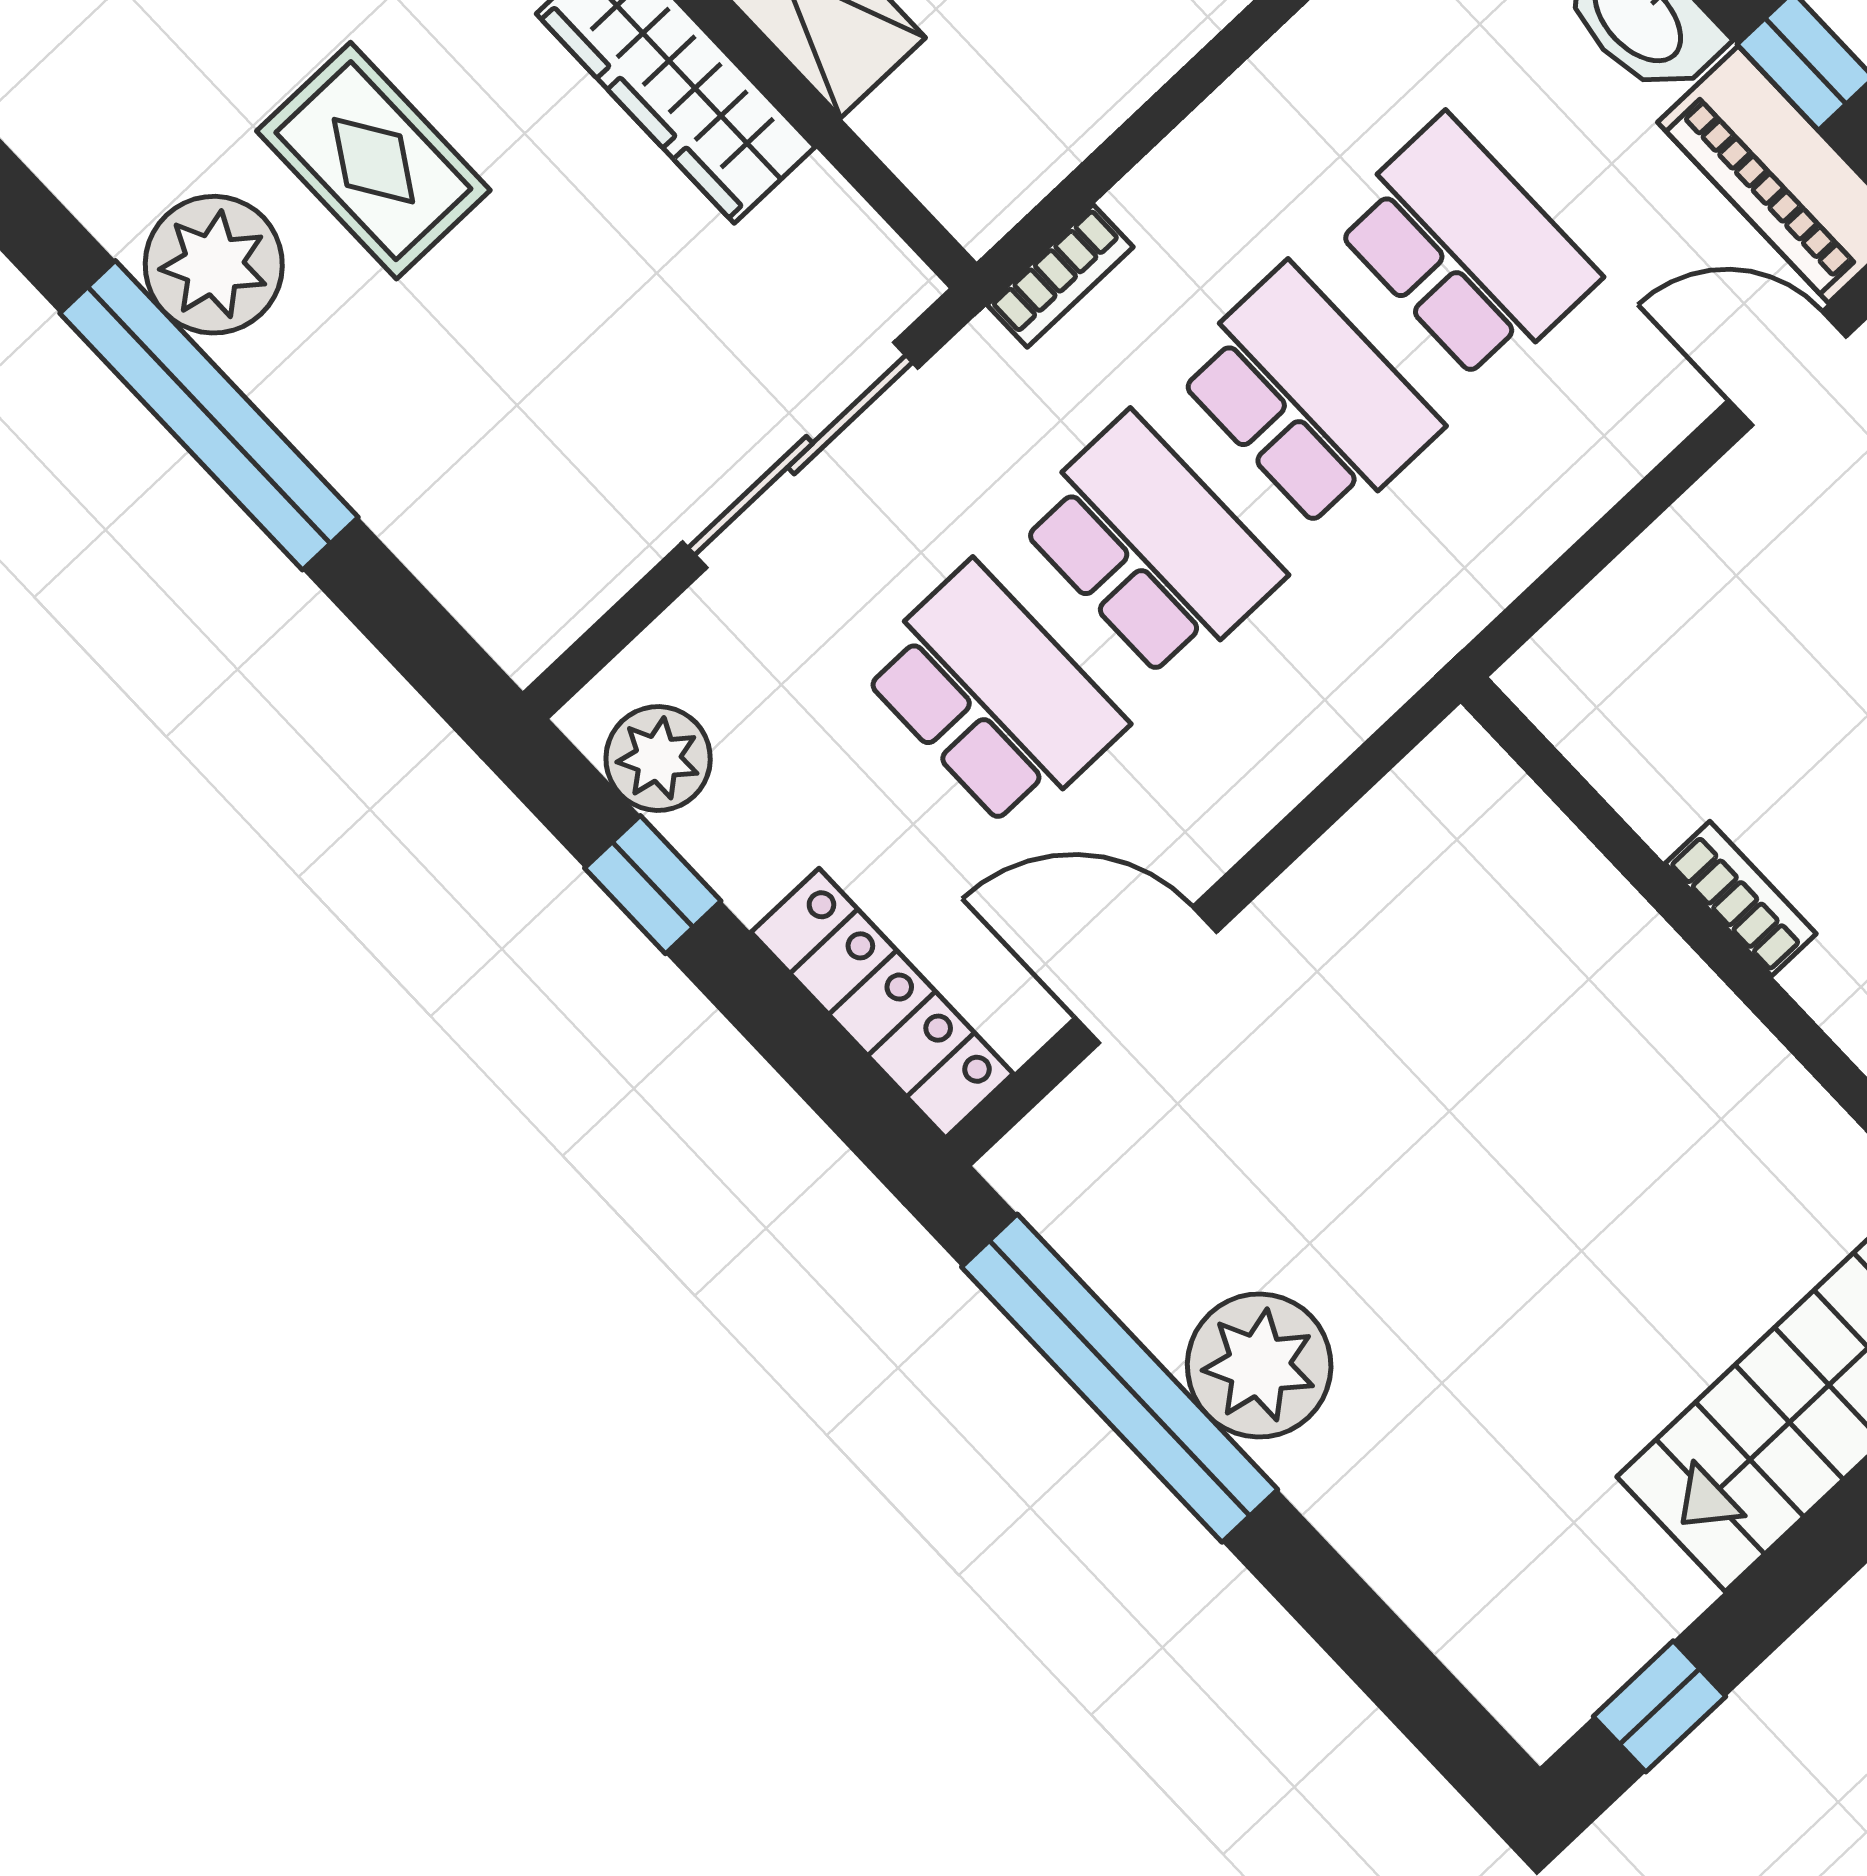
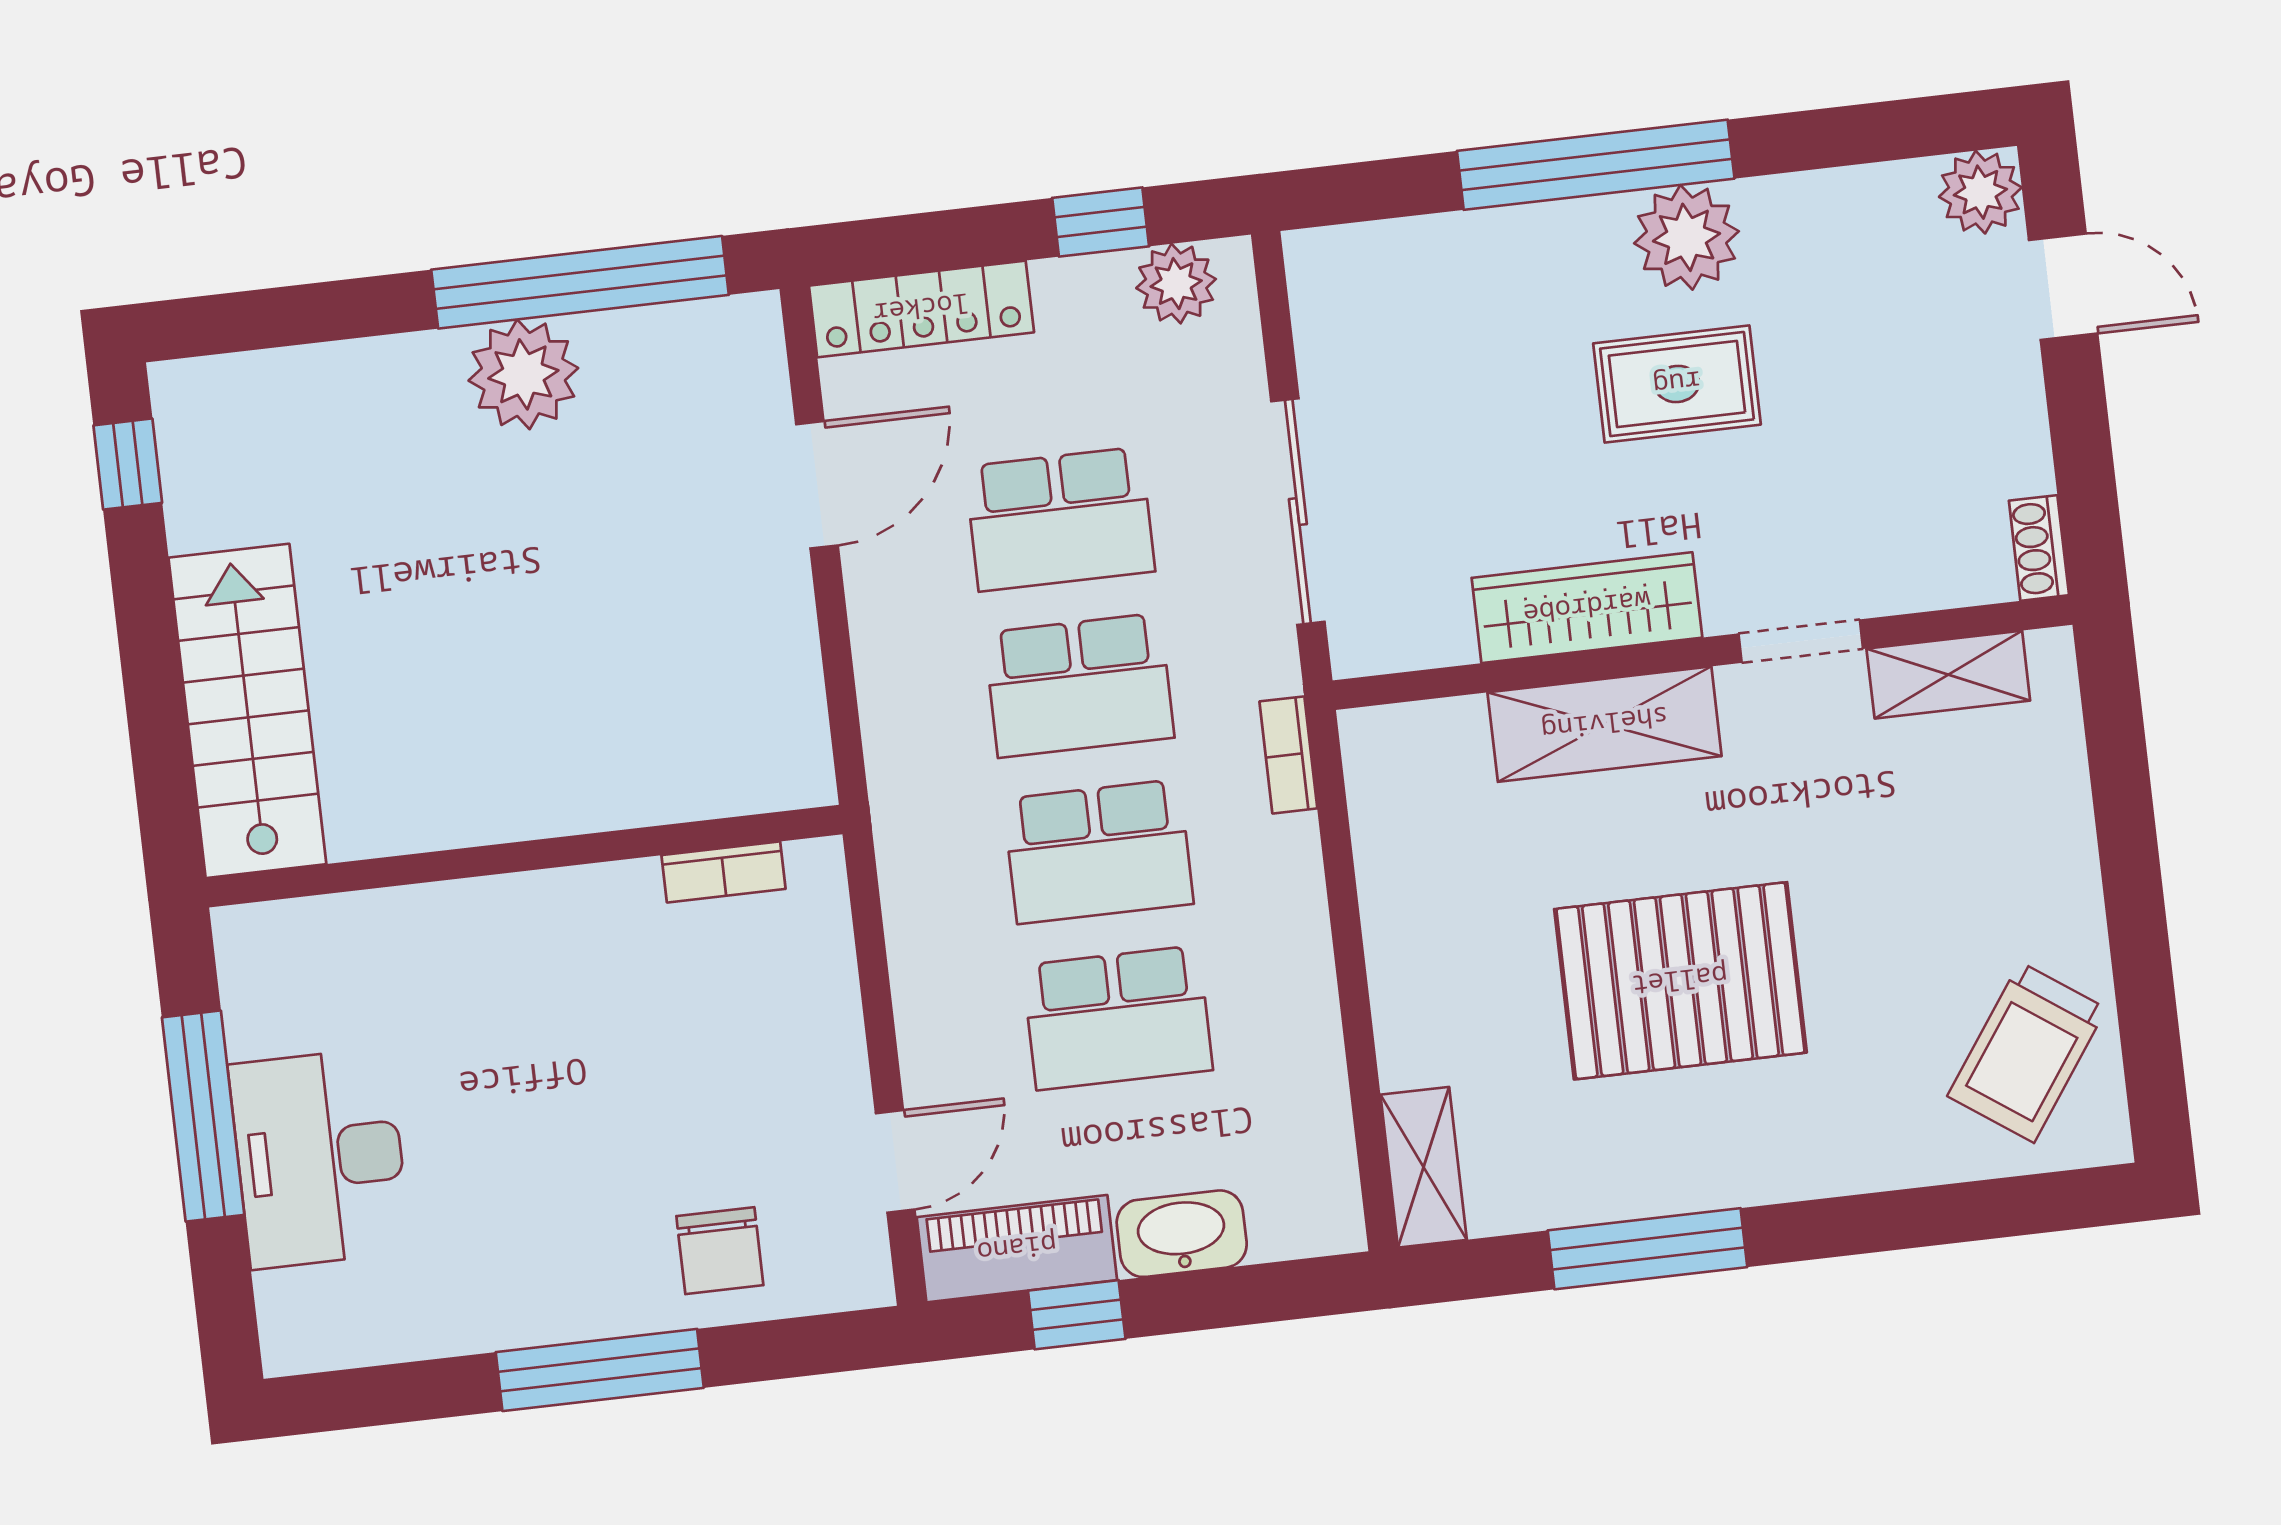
bookcase: (1741, 899) -> (723, 872), moved

